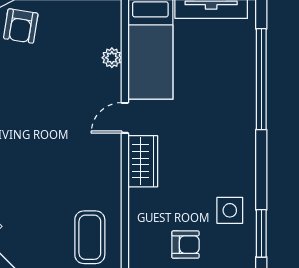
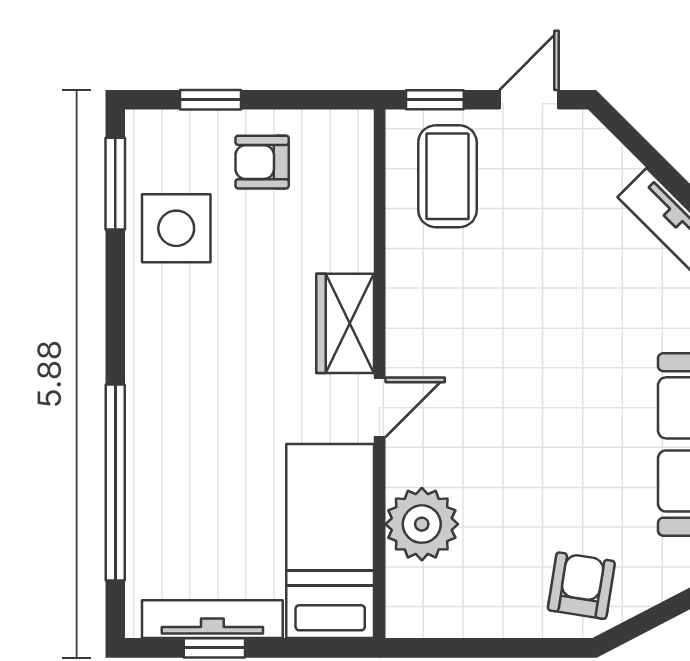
plant: (112, 58) -> (422, 524), width x1.87, depth x1.87
side table: (230, 210) -> (176, 228), width x1.37, depth x1.37

